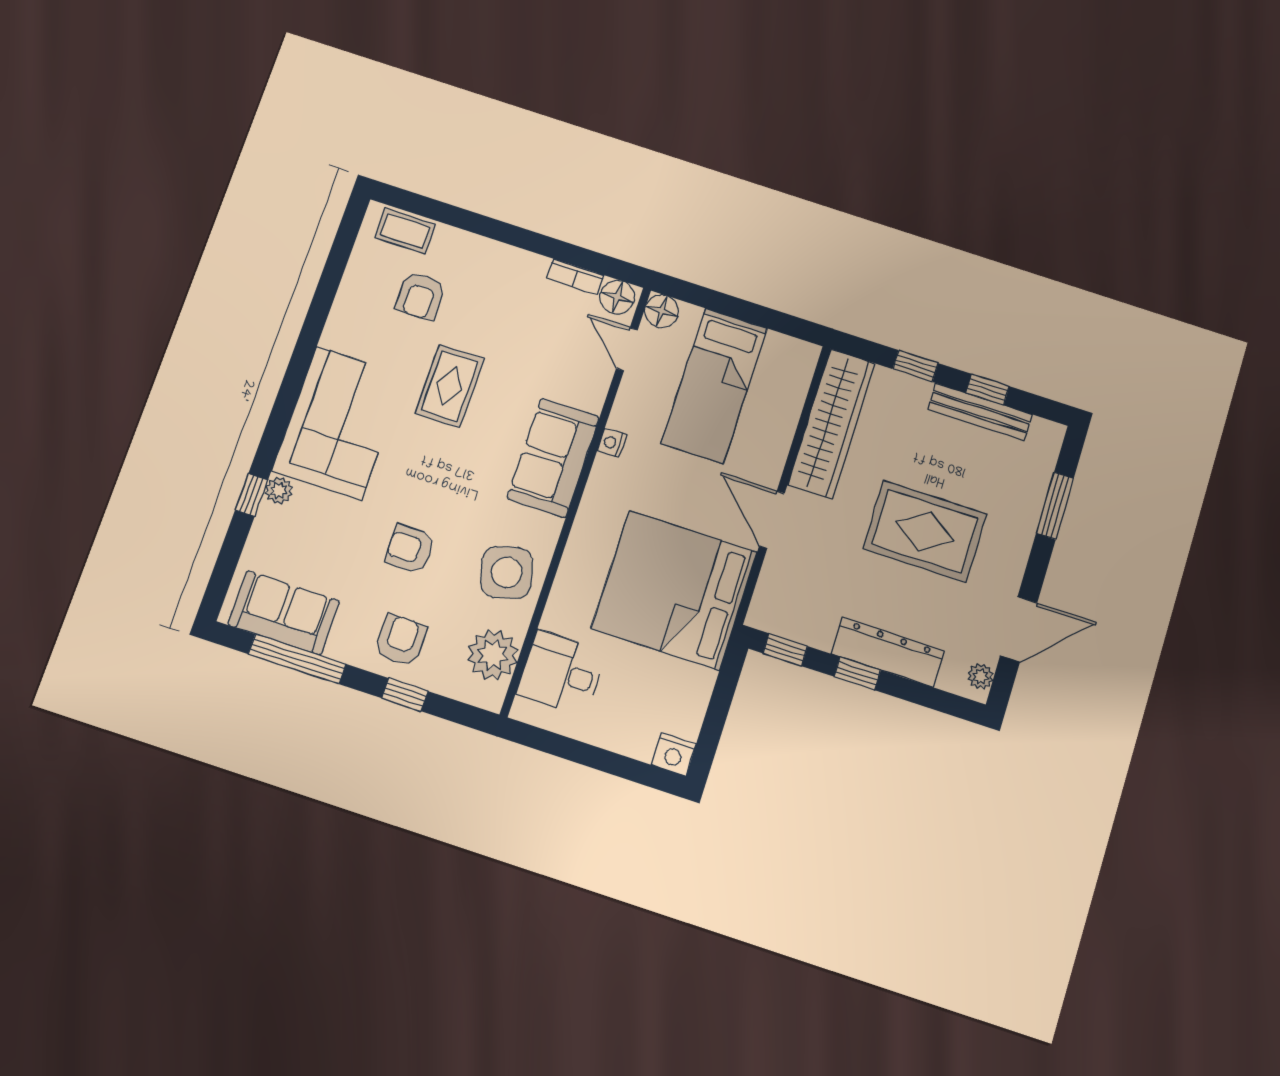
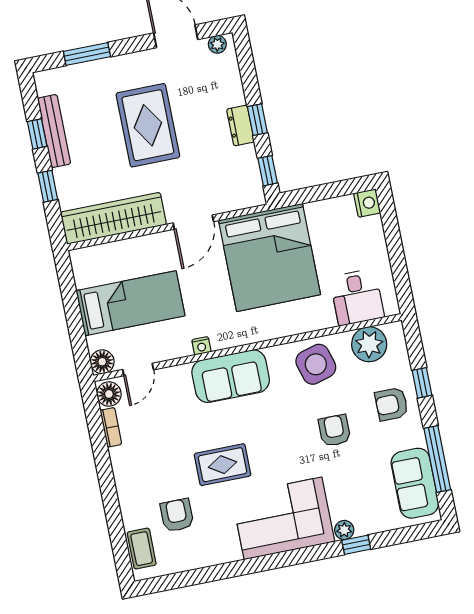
armchair: (420, 296) -> (177, 515), turned -90
armchair: (410, 549) -> (335, 431), turned 180
dresser: (888, 652) -> (240, 126), width x0.51, depth x0.80

